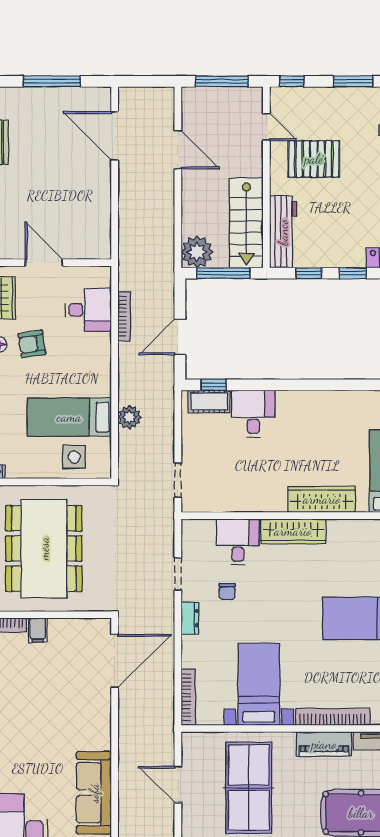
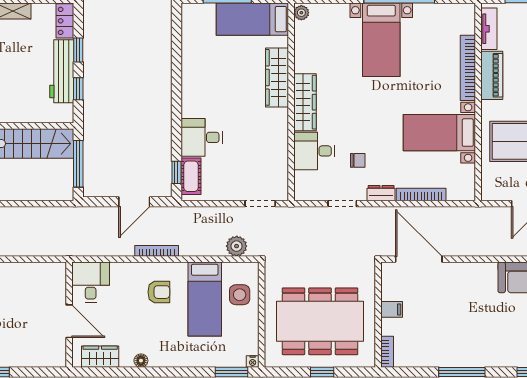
workbench: (283, 232) -> (62, 71), moved, turned -90
plant: (197, 252) -> (60, 187), removed
door: (44, 263) -> (69, 321), swing flipped
desk: (88, 310) -> (91, 282), moved
bookcase: (124, 316) -> (157, 251), moved
door: (180, 337) -> (134, 202), hinge flipped
armchair: (32, 344) -> (159, 292), moved, turned -81
plant: (129, 417) -> (237, 246), moved
filing cabinet: (38, 630) -> (392, 309), moved
bookcase: (188, 697) -> (421, 195), moved

